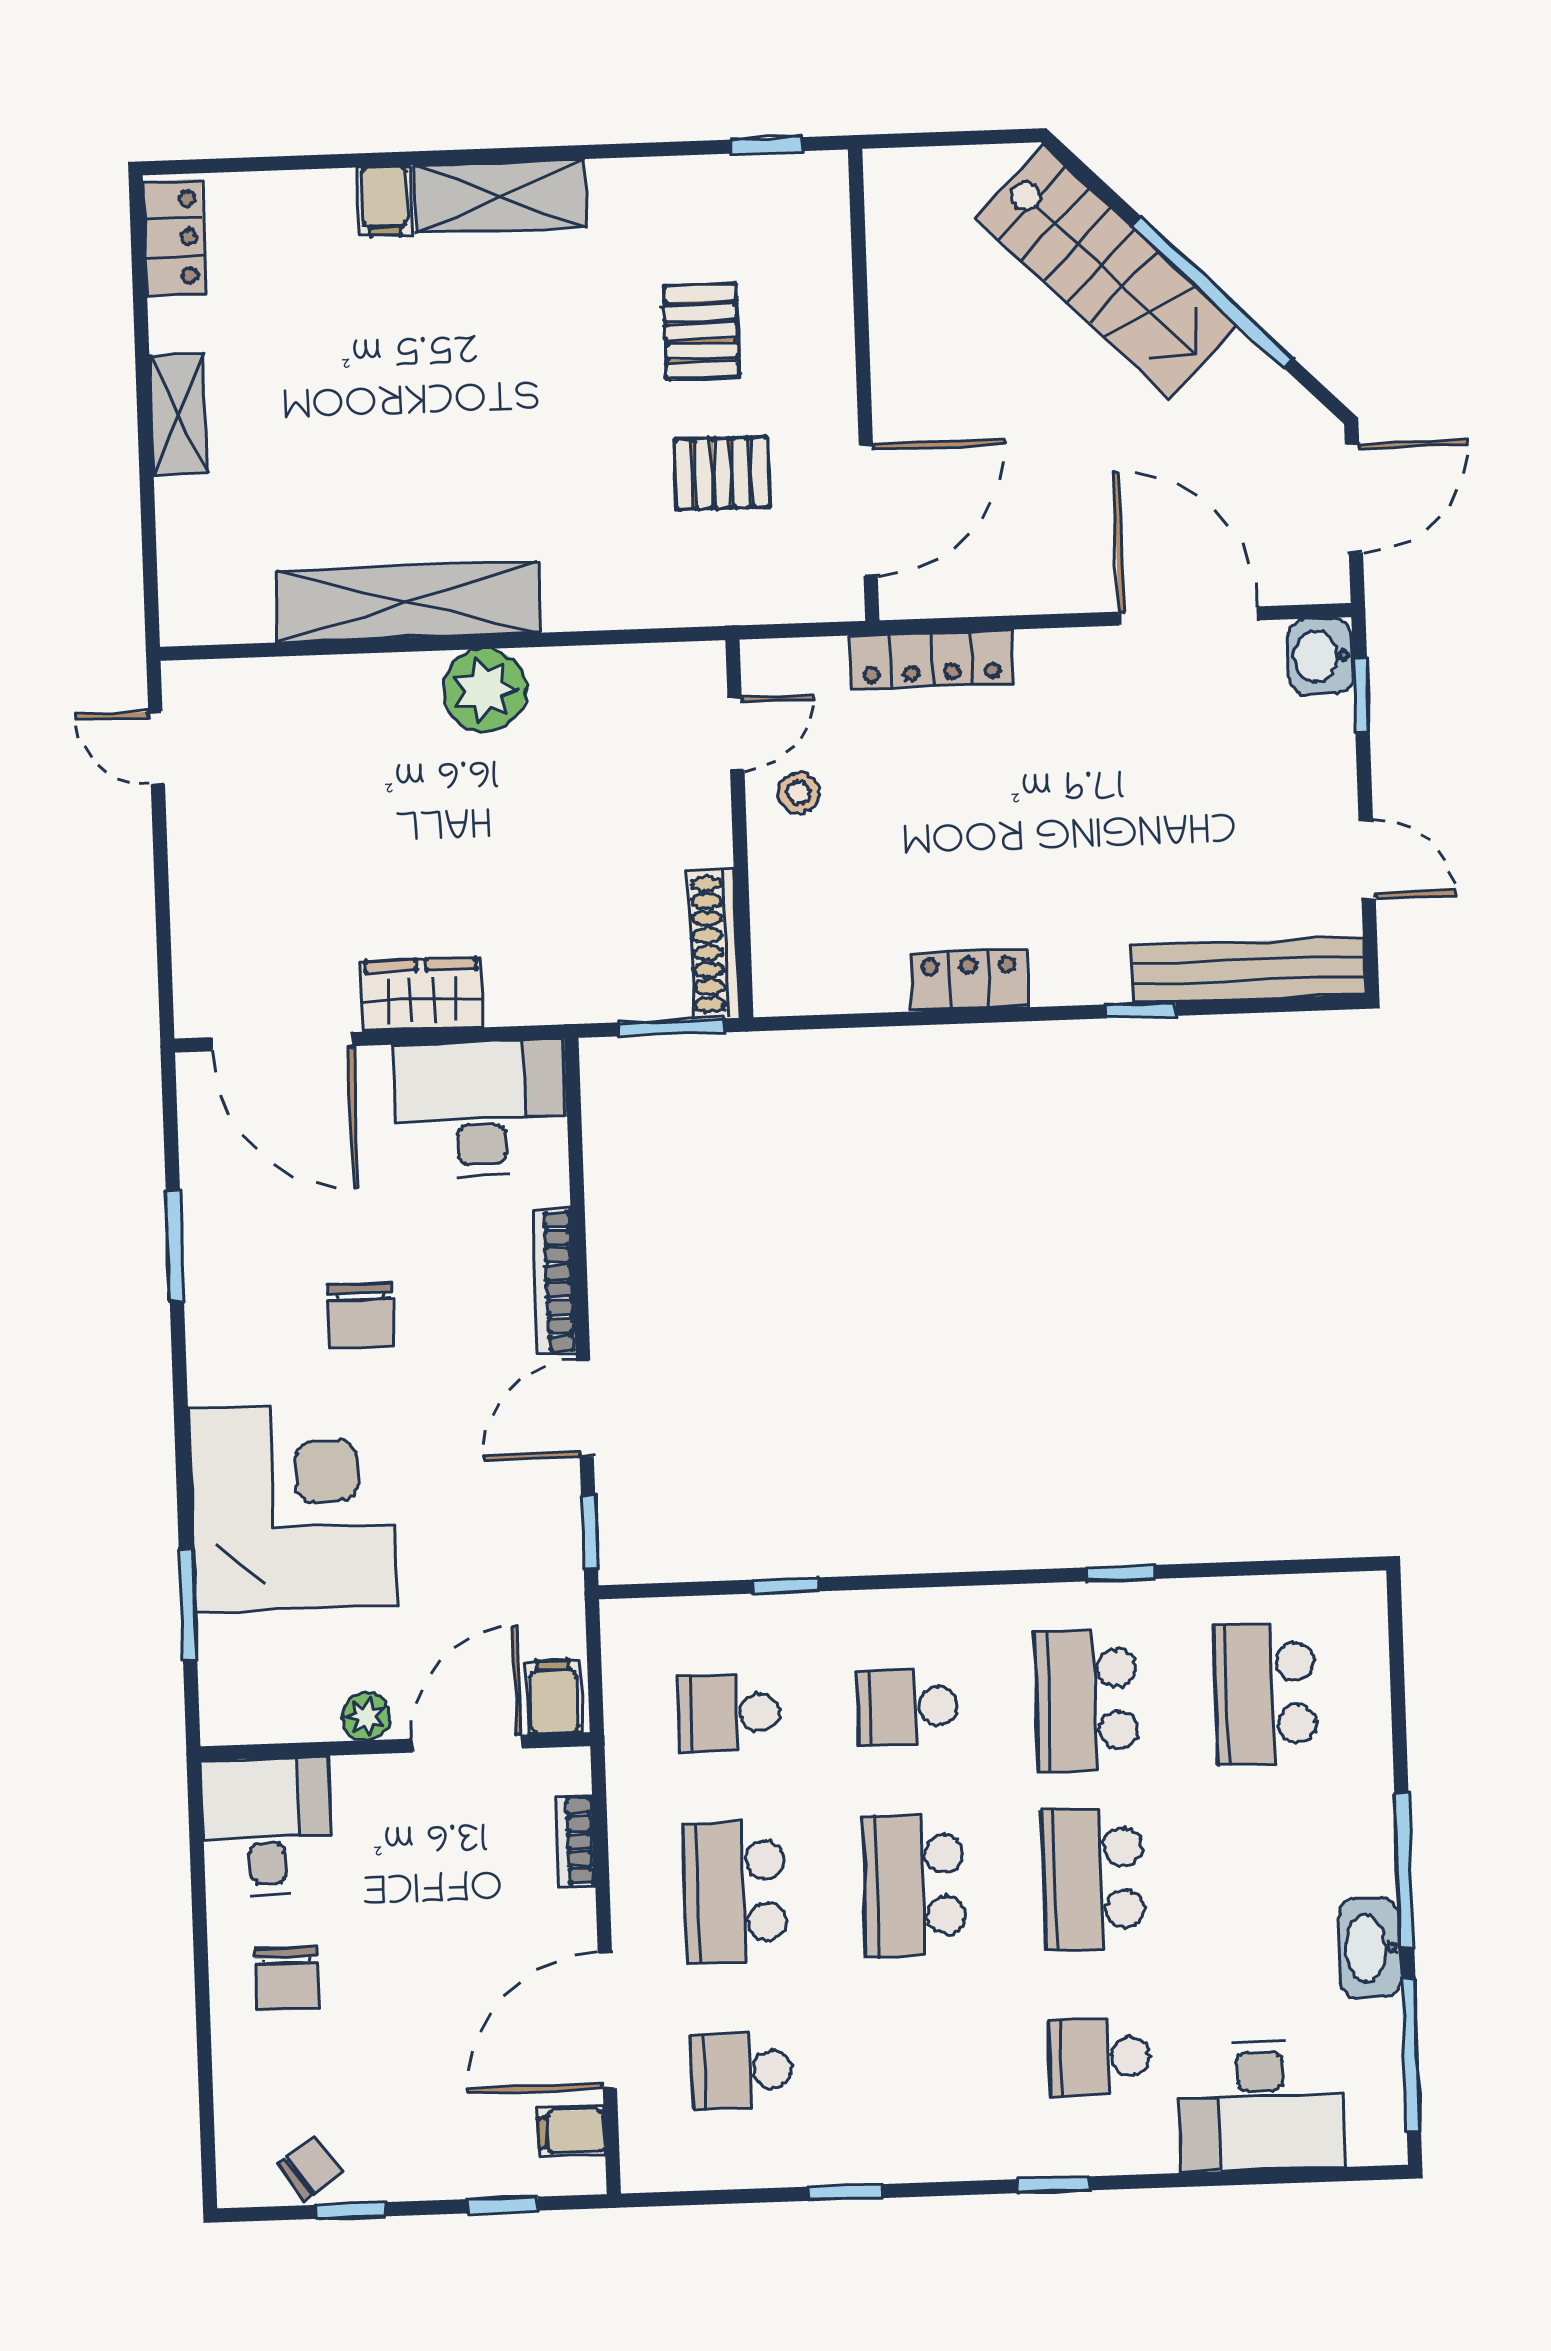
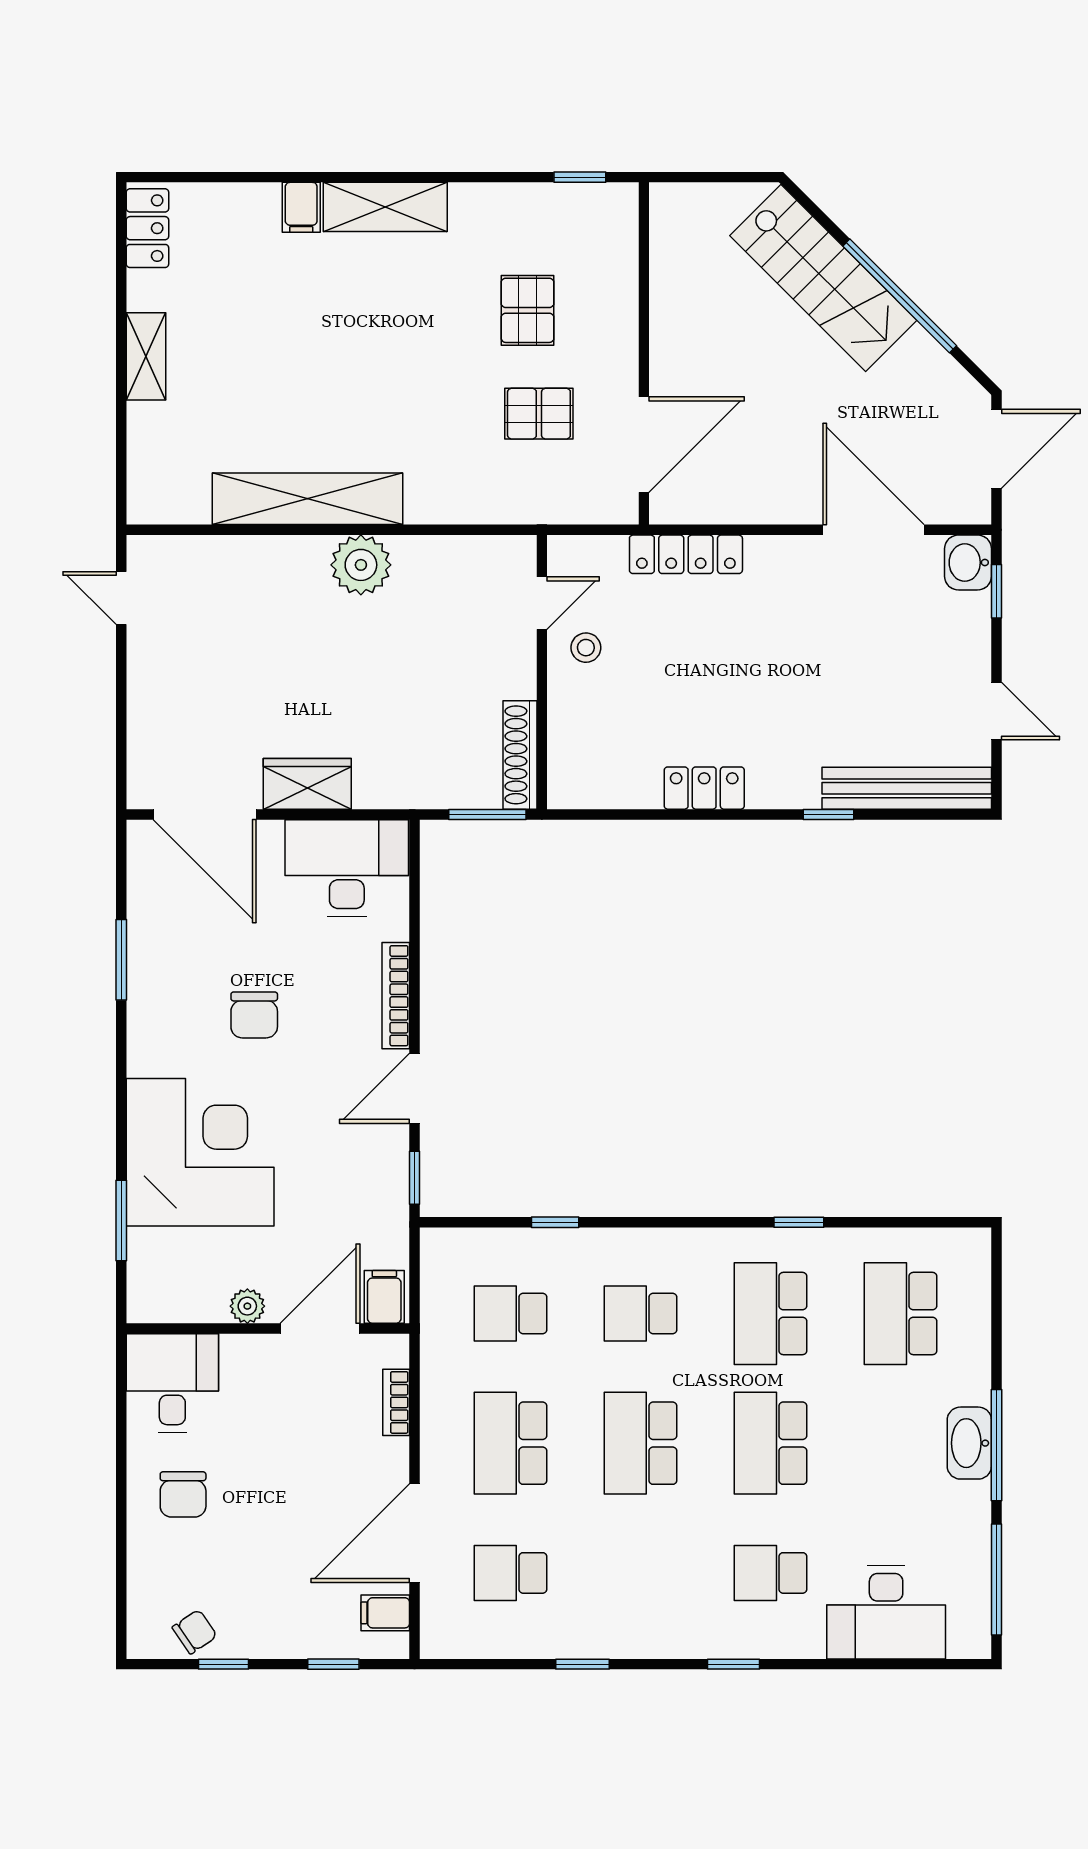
washbasin: (1370, 1948) -> (969, 1443), moved

